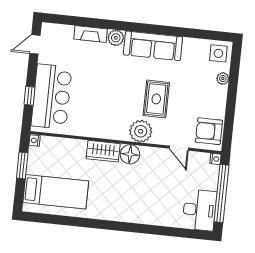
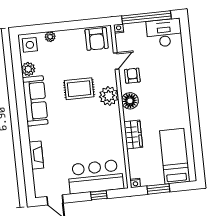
plant: (116, 38) -> (28, 69), moved
wardrobe: (103, 151) -> (133, 134), moved
armchair: (158, 163) -> (132, 76), added

